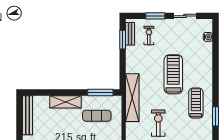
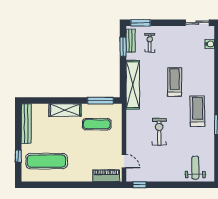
window: (155, 16) -> (141, 23), moved
sliding door: (185, 16) -> (197, 23), moved
treadmill: (173, 74) -> (175, 82), width x0.73, depth x0.73
shelving: (132, 98) -> (133, 85), moved

